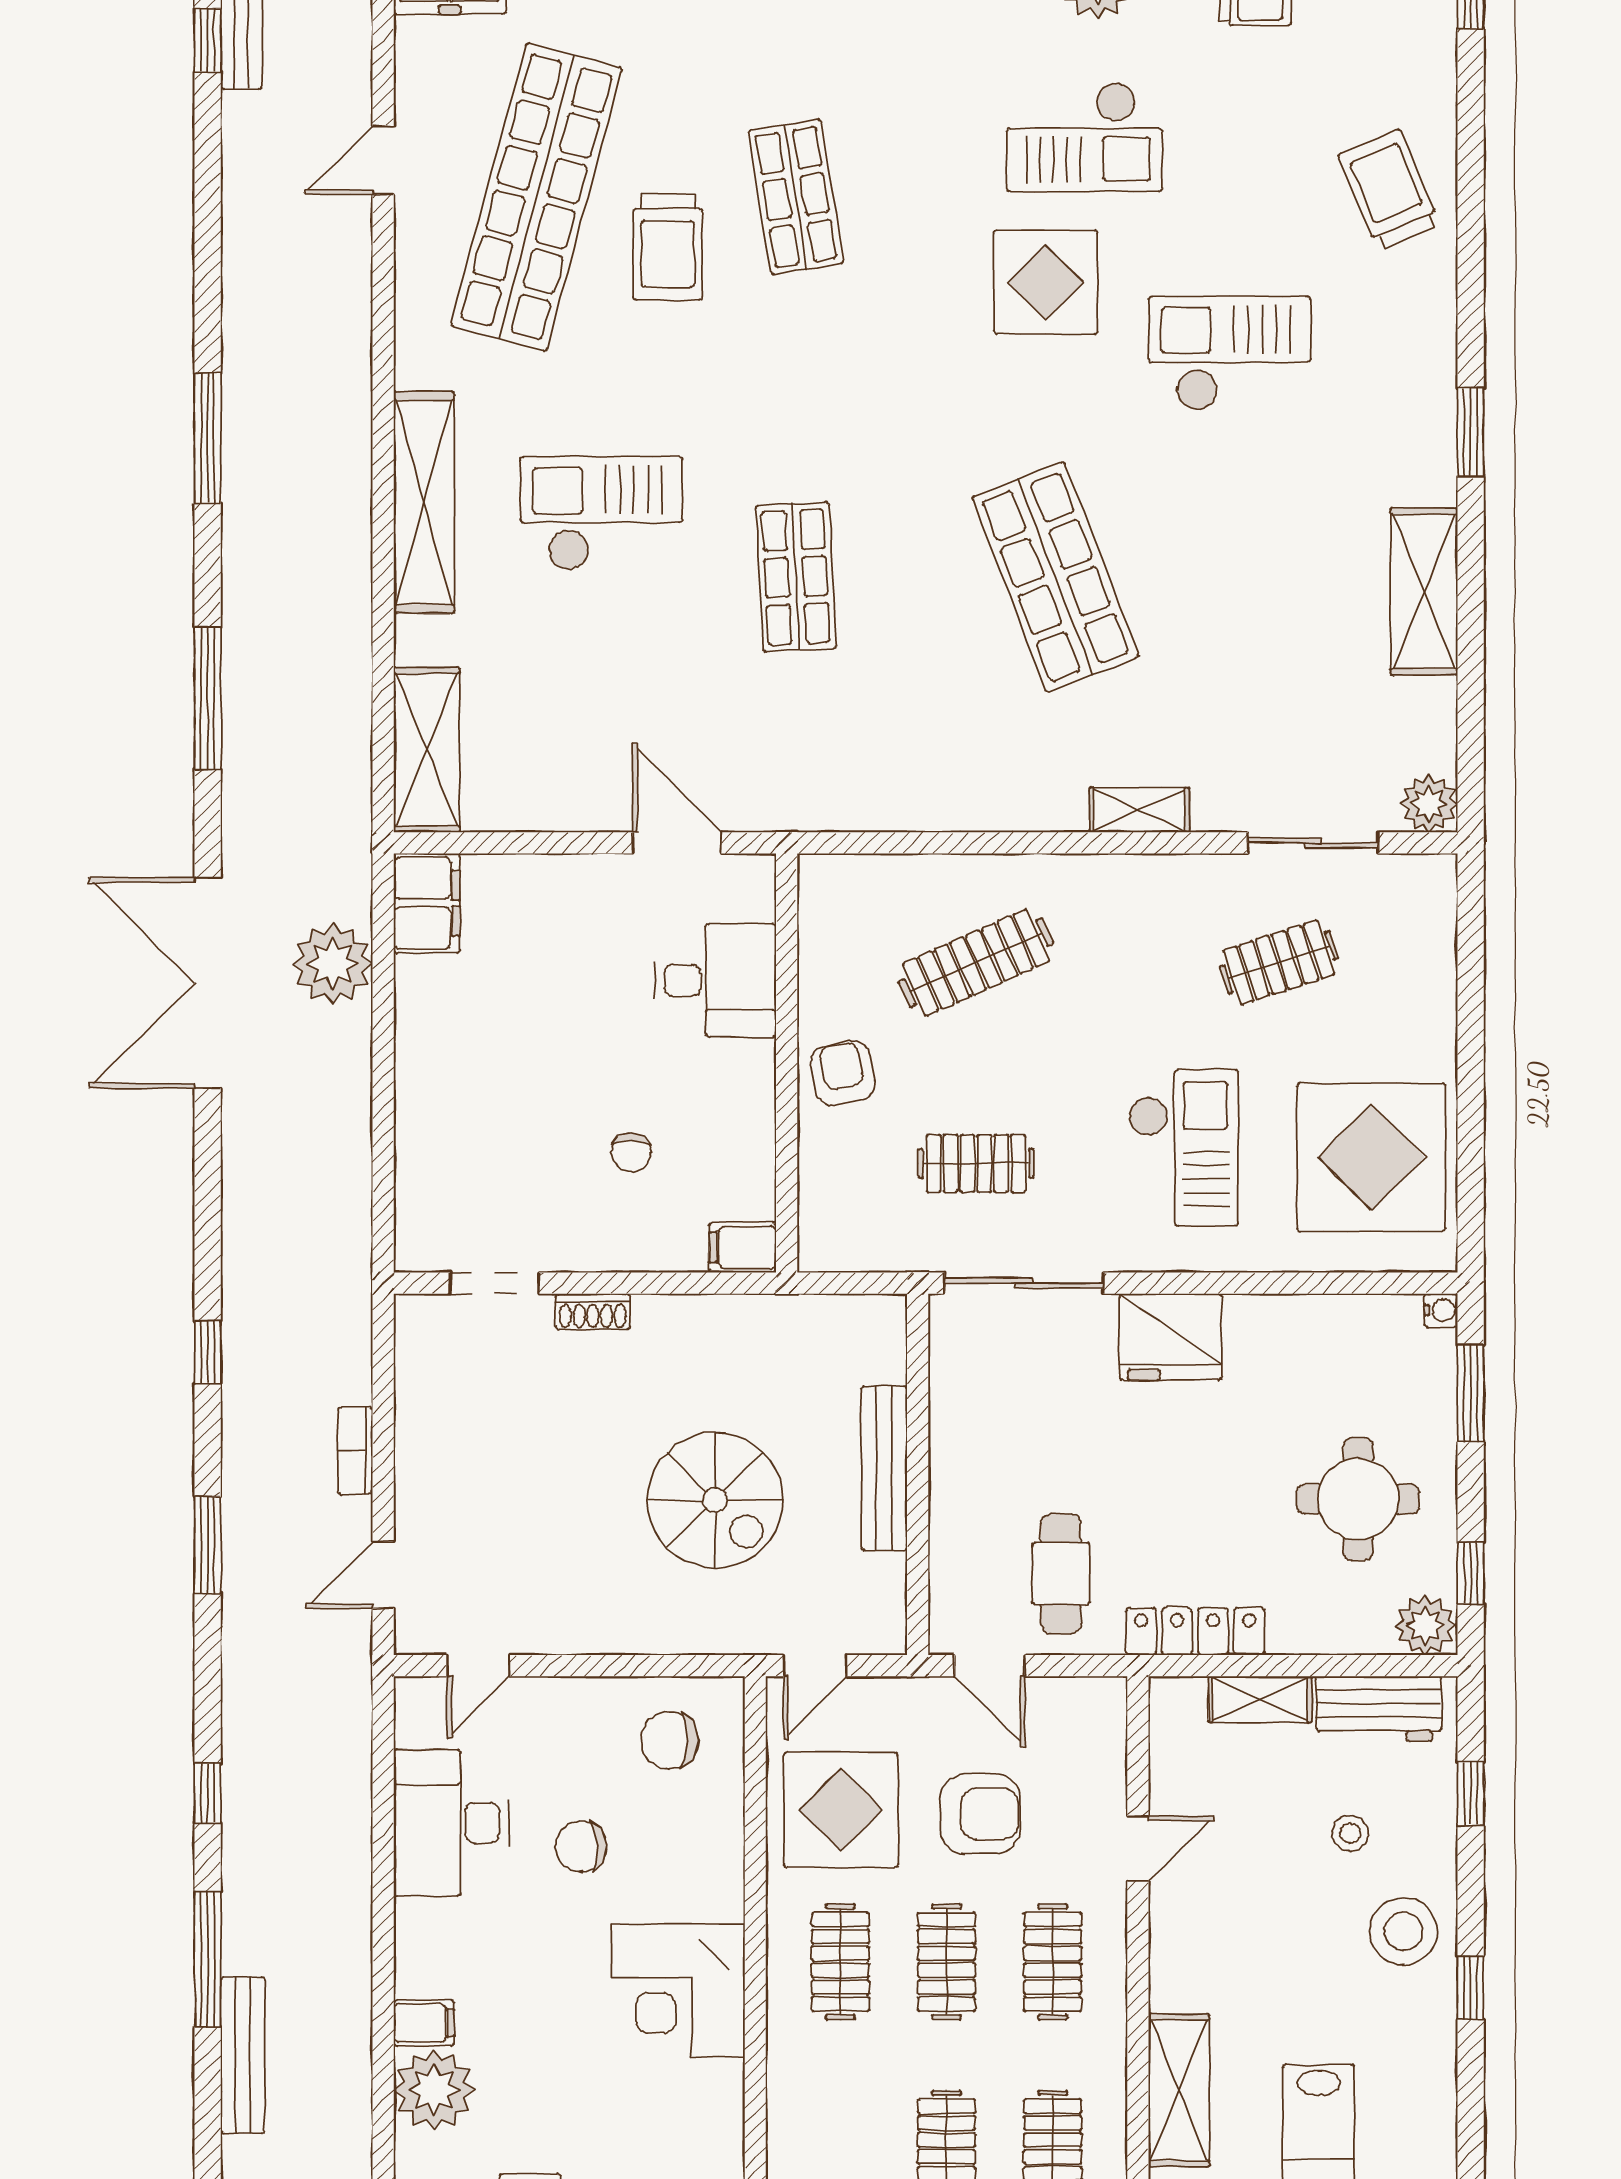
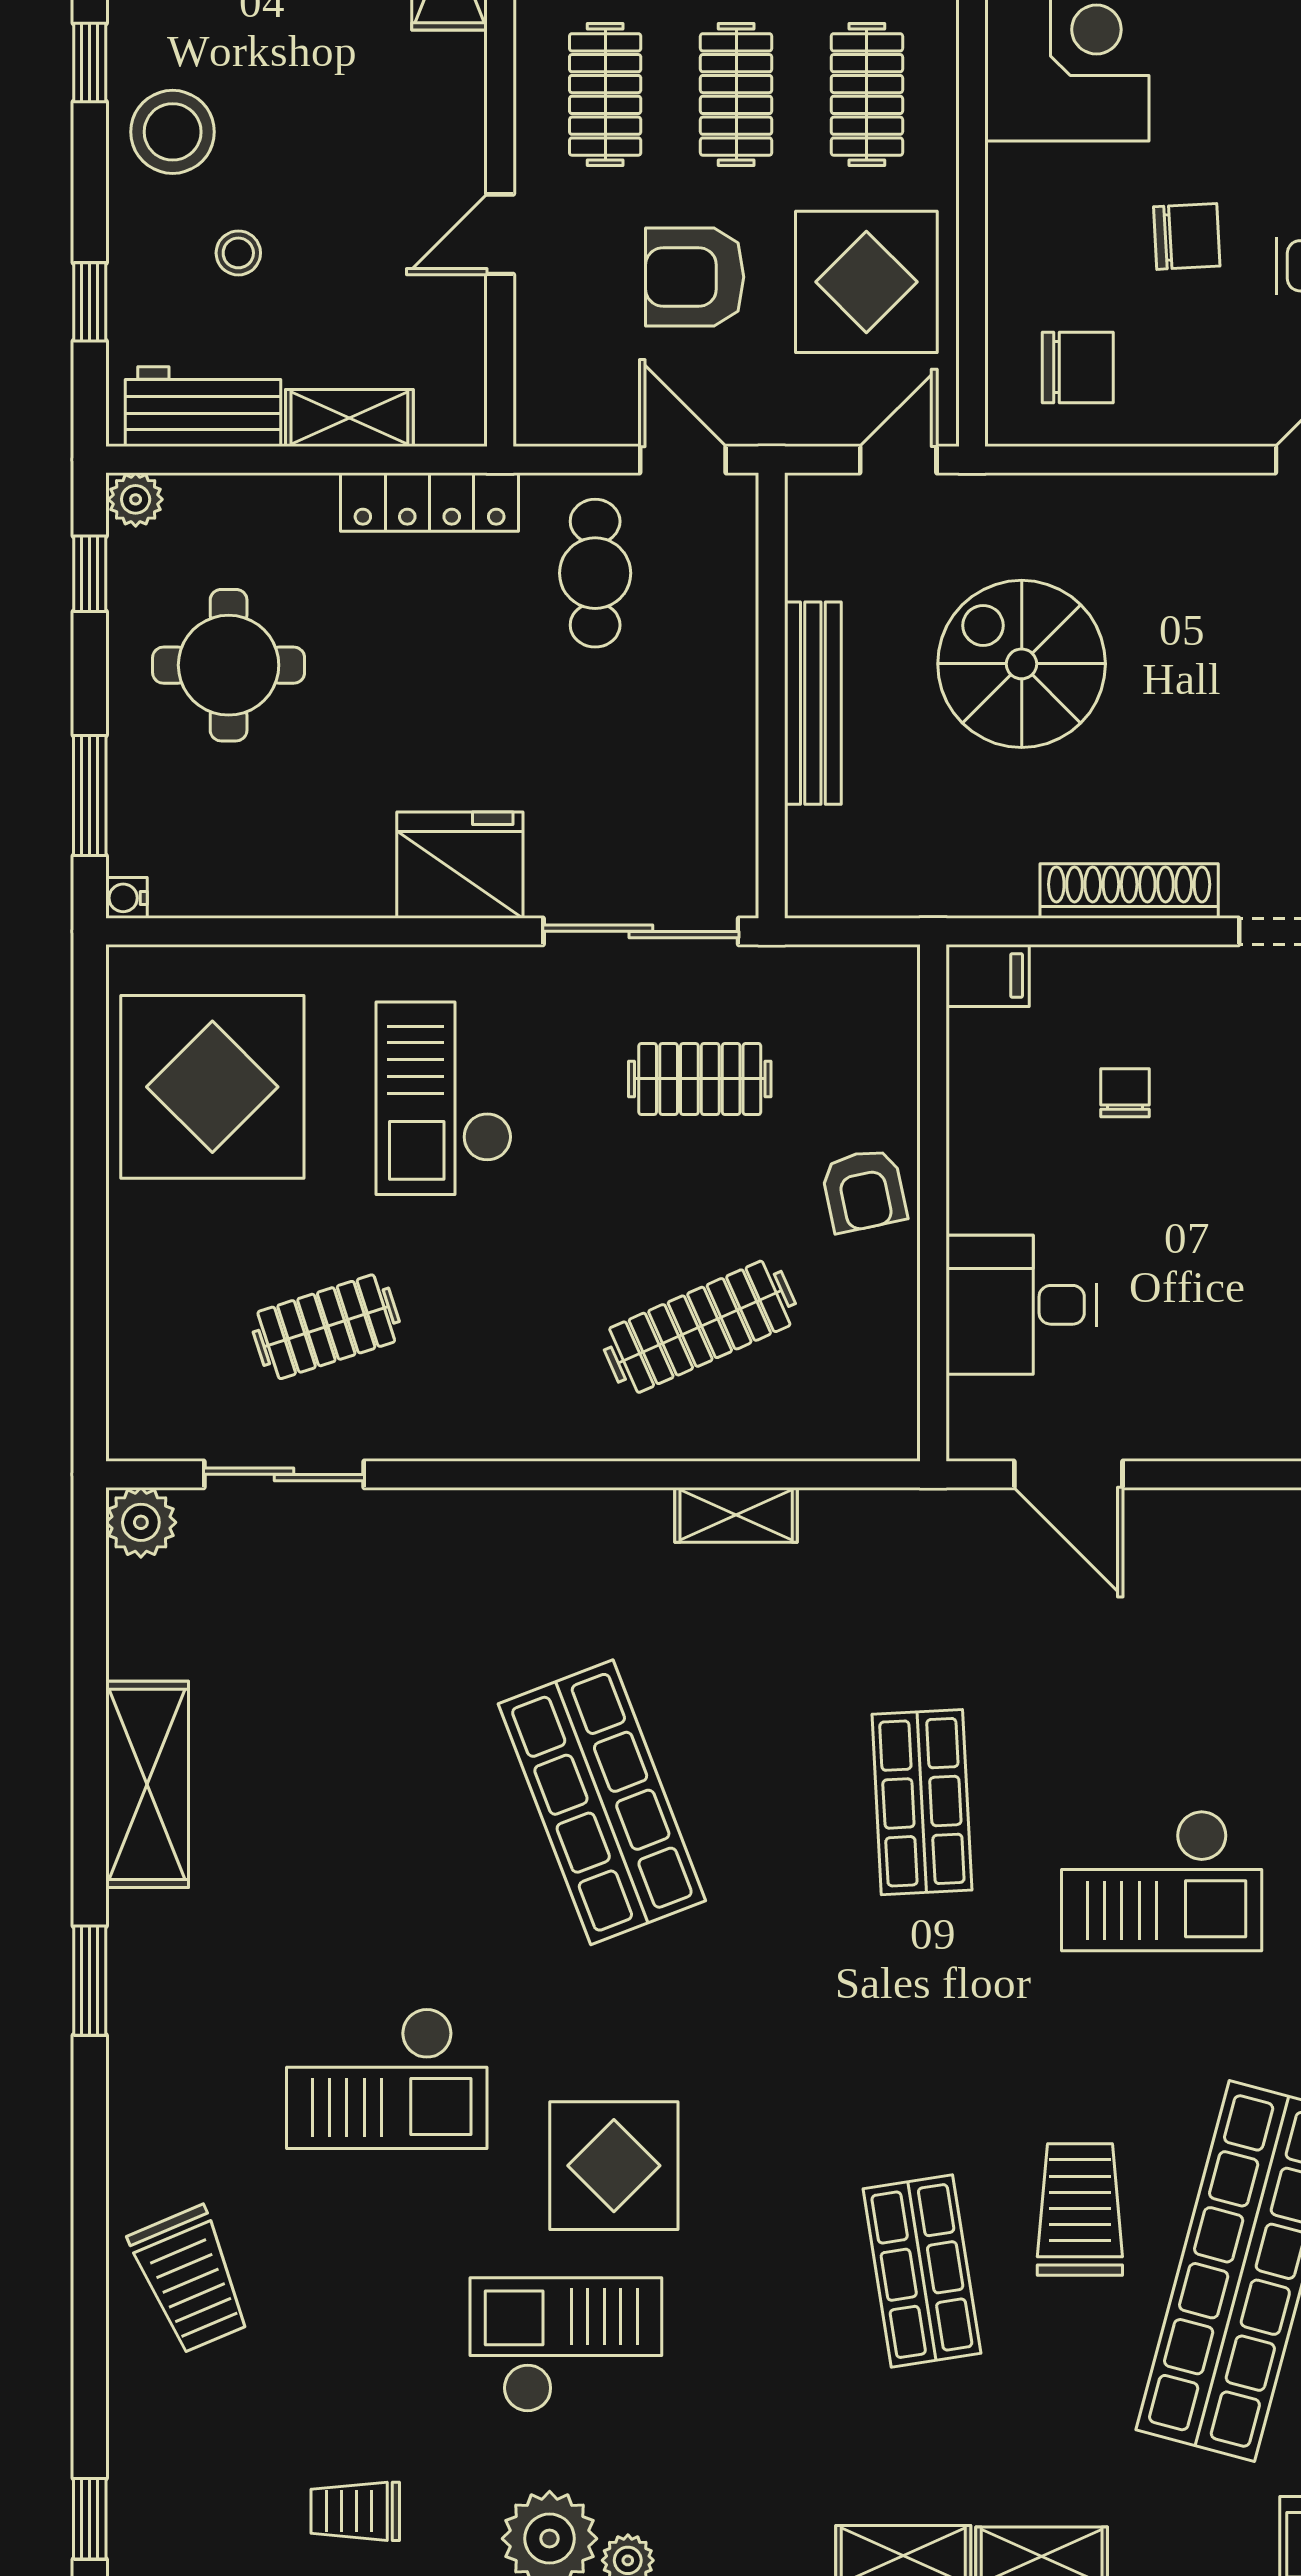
shelving: (1139, 810) -> (736, 1515), moved
shoe rack: (593, 1312) -> (1129, 891), width x1.94, depth x1.24
plant: (1425, 1625) -> (136, 499), width x0.73, depth x0.73

